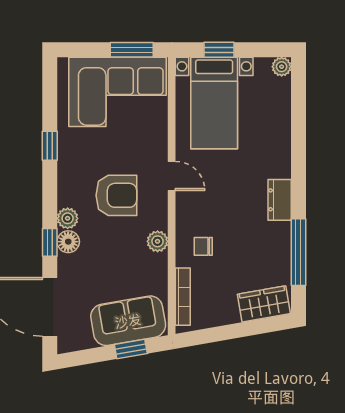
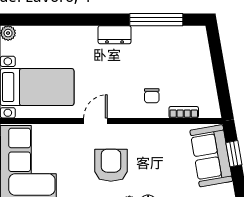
plant: (158, 241) -> (148, 132), removed
bookcase: (183, 297) -> (184, 112), width x0.64
wardrobe: (264, 304) -> (198, 47), removed

